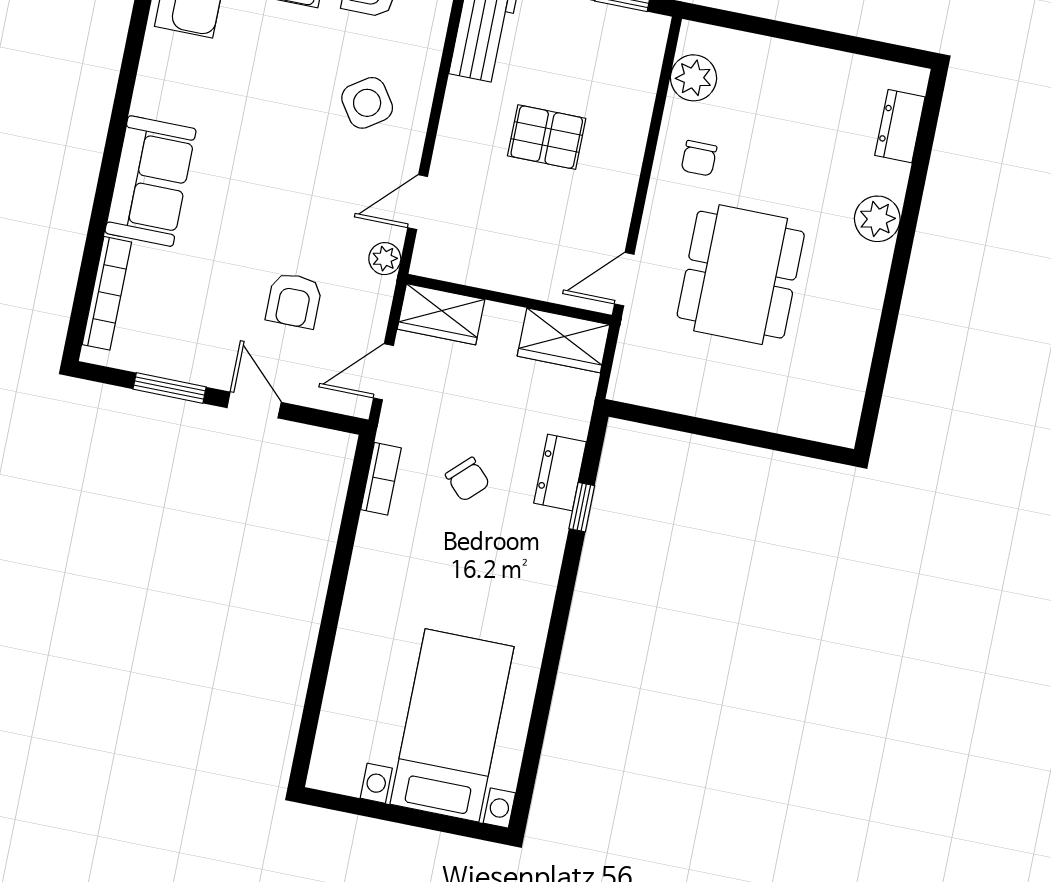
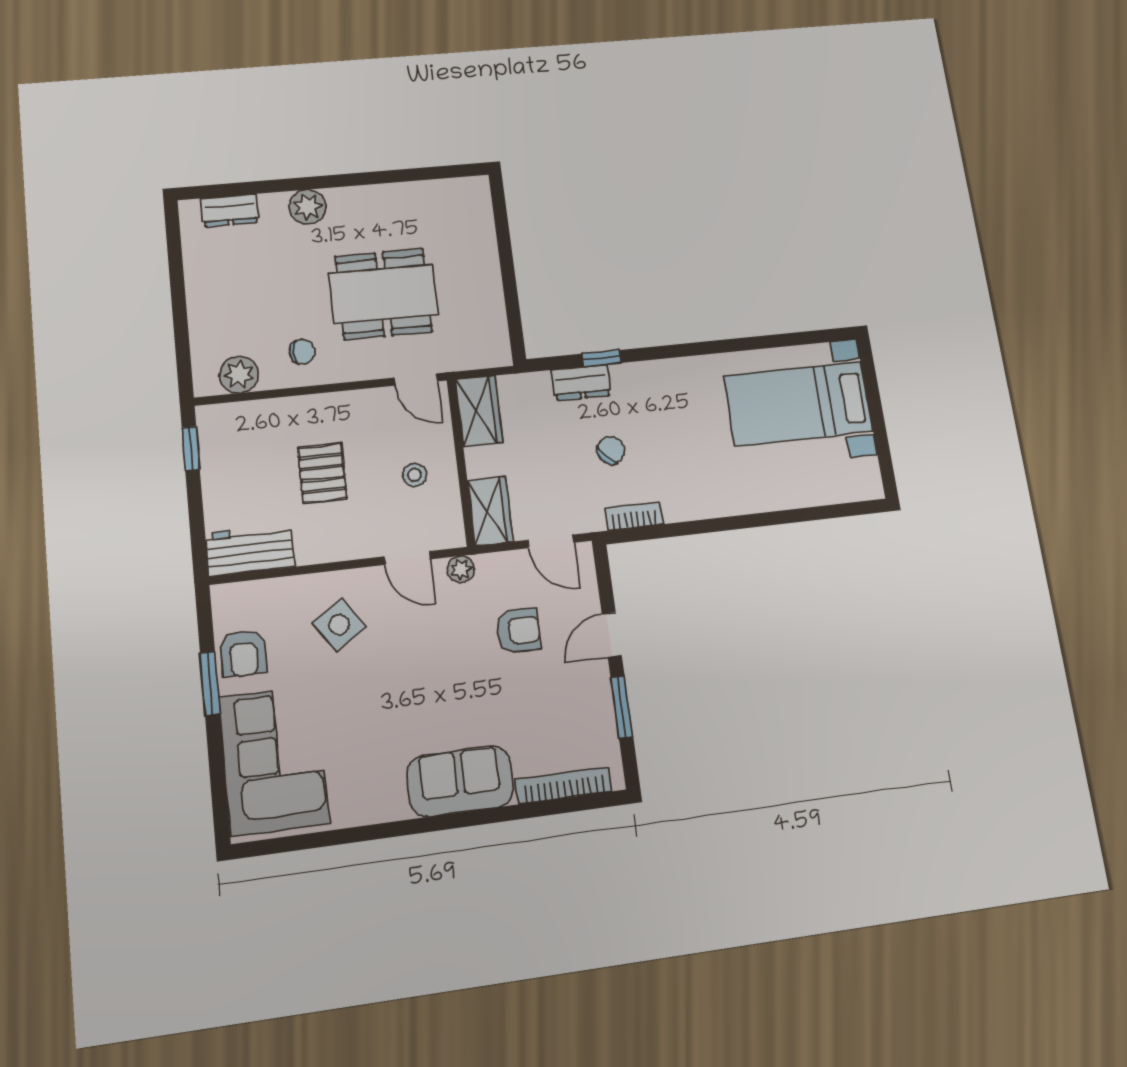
stool: (511, 241) -> (415, 475), added

